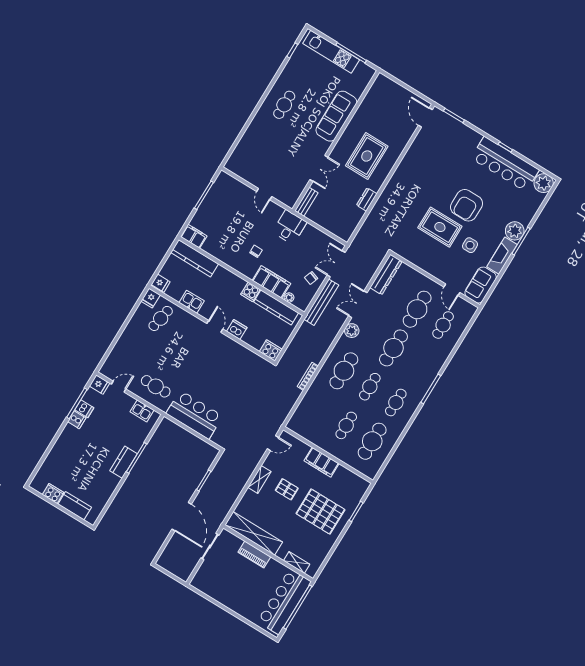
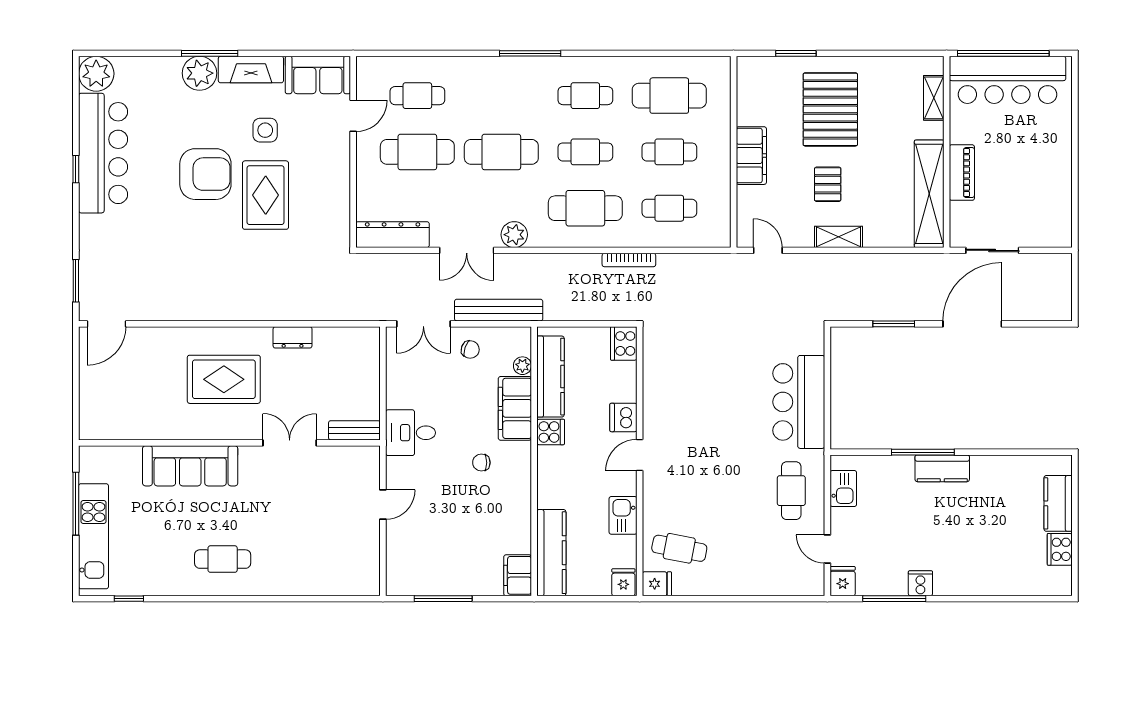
dishwasher: (84, 409) -> (896, 582), removed
cafe table: (320, 410) -> (669, 208), added

